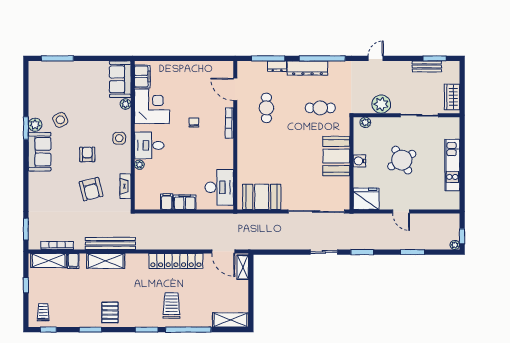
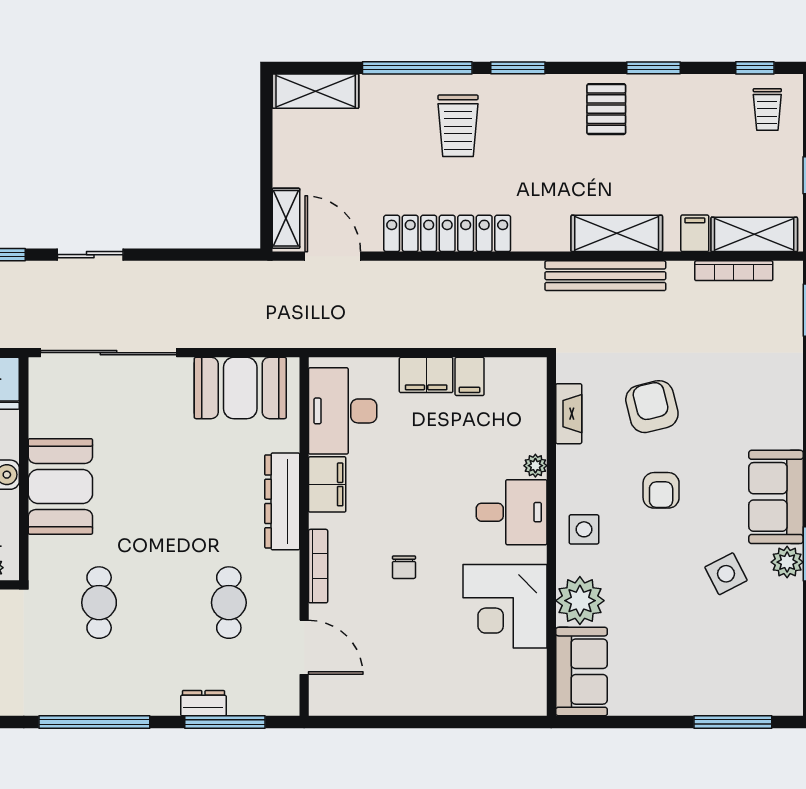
dresser: (307, 68) -> (282, 501), moved, turned -90
filing cabinet: (142, 76) -> (327, 484), moved, turned 180
plant: (126, 104) -> (580, 601), width x1.88, depth x1.88
cafe table: (320, 108) -> (99, 603), turned 90

